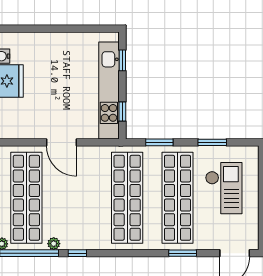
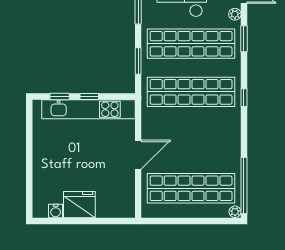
window: (122, 111) -> (89, 97), moved
plant: (54, 244) -> (235, 14), moved
window: (77, 253) -> (244, 98), moved

